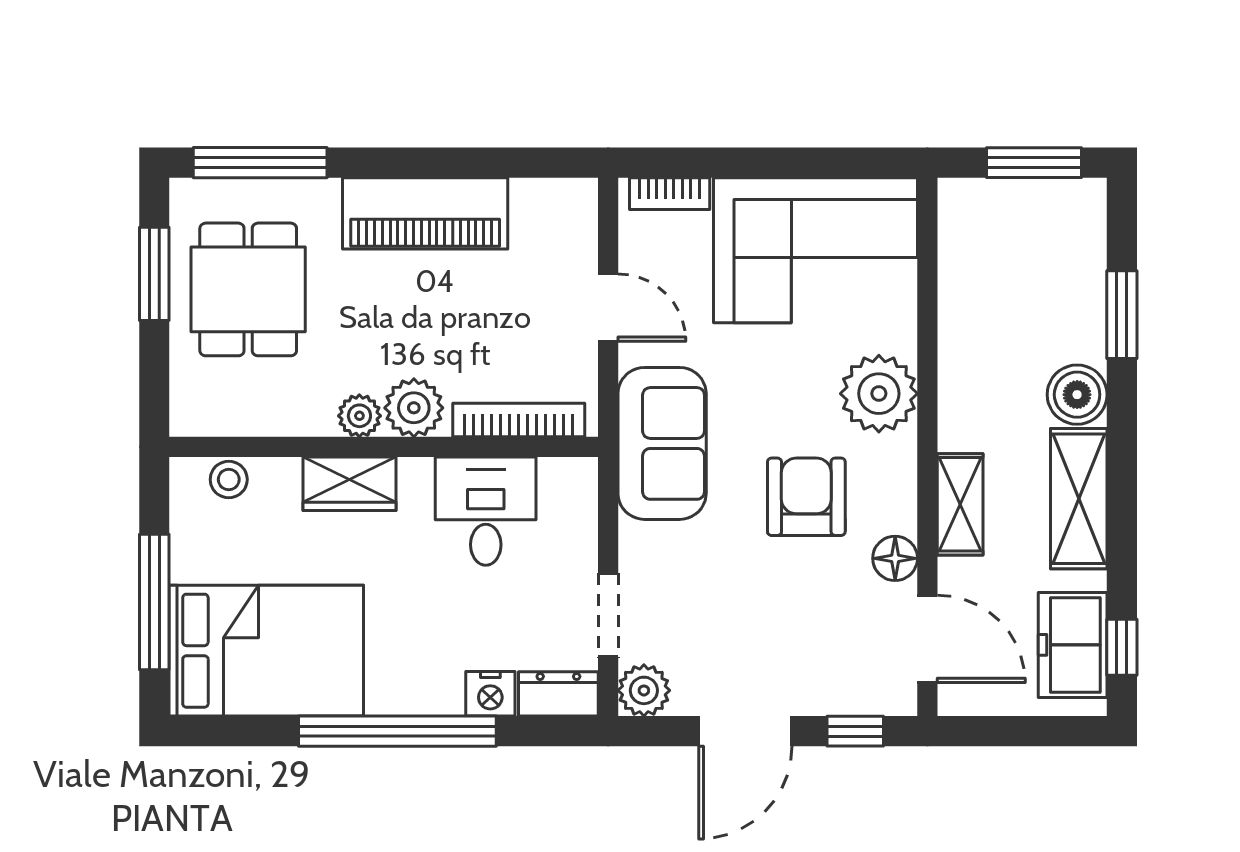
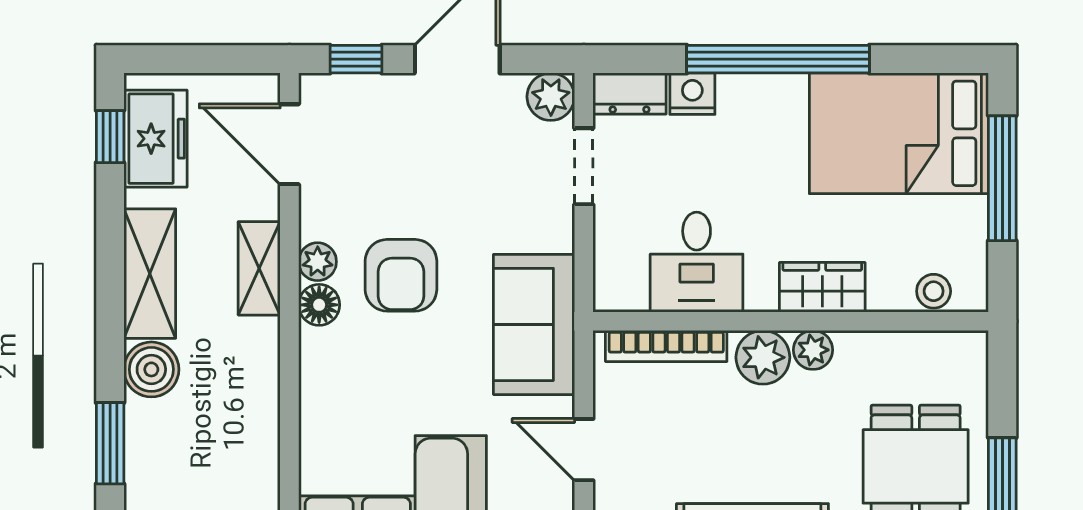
plant: (879, 394) -> (318, 262), moved, width x0.53, depth x0.53
floor lamp: (895, 558) -> (319, 305), moved

